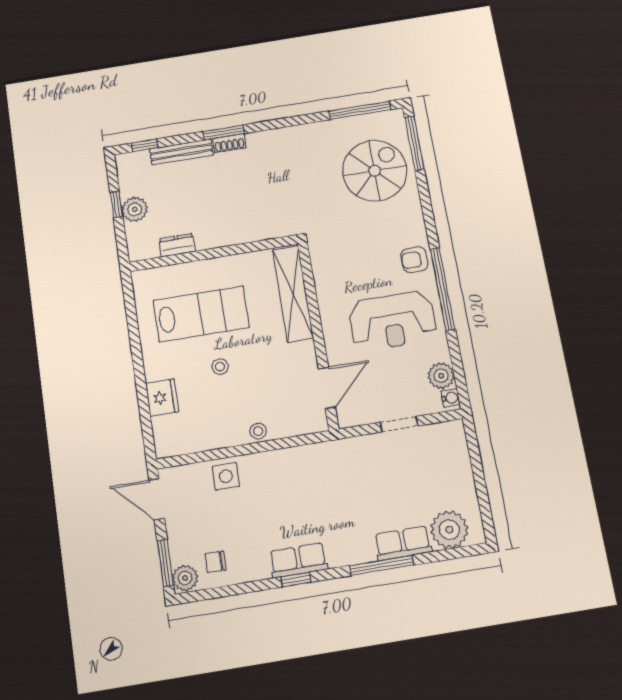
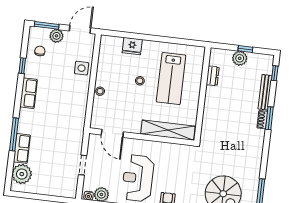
plant: (185, 578) -> (56, 36), moved
window: (296, 579) -> (22, 66), moved

